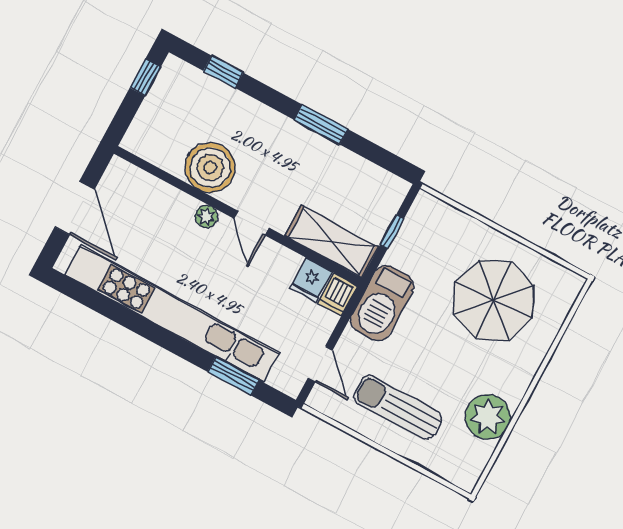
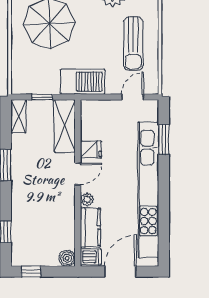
boiler: (210, 168) -> (67, 258), moved, width x0.54, depth x0.54
shelving: (382, 182) -> (18, 116), added
kitchen counter: (163, 199) -> (90, 227), added
fridge: (311, 280) -> (91, 149), moved
dishwasher: (338, 294) -> (91, 257), moved

